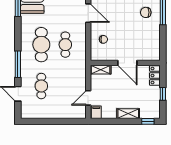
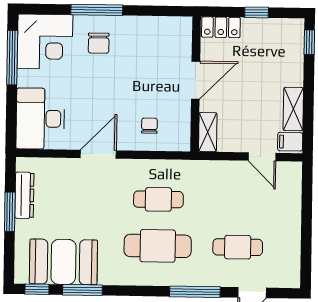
shelving: (128, 114) -> (293, 109), moved

